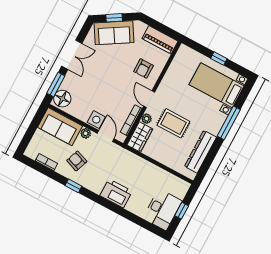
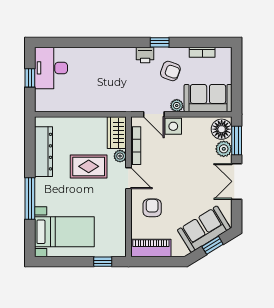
window: (219, 59) -> (103, 262), moved
plant: (68, 84) -> (224, 149), added
printer: (116, 193) -> (145, 55), moved, width x0.53, depth x0.68

